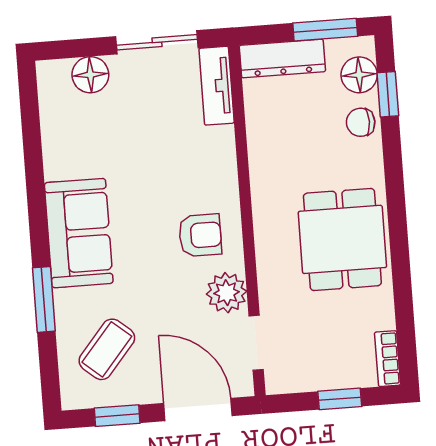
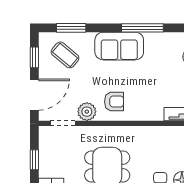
window: (35, 186) -> (142, 28), added
armchair: (200, 235) -> (114, 102), turned -90
window: (44, 299) -> (71, 28), moved

